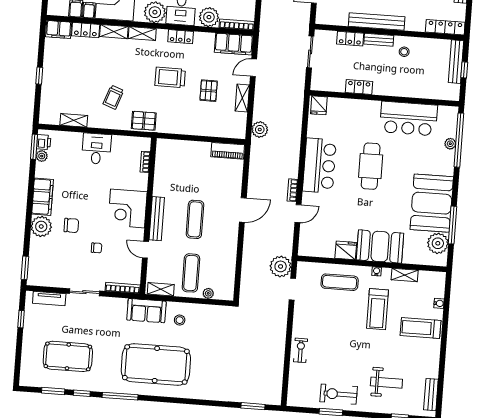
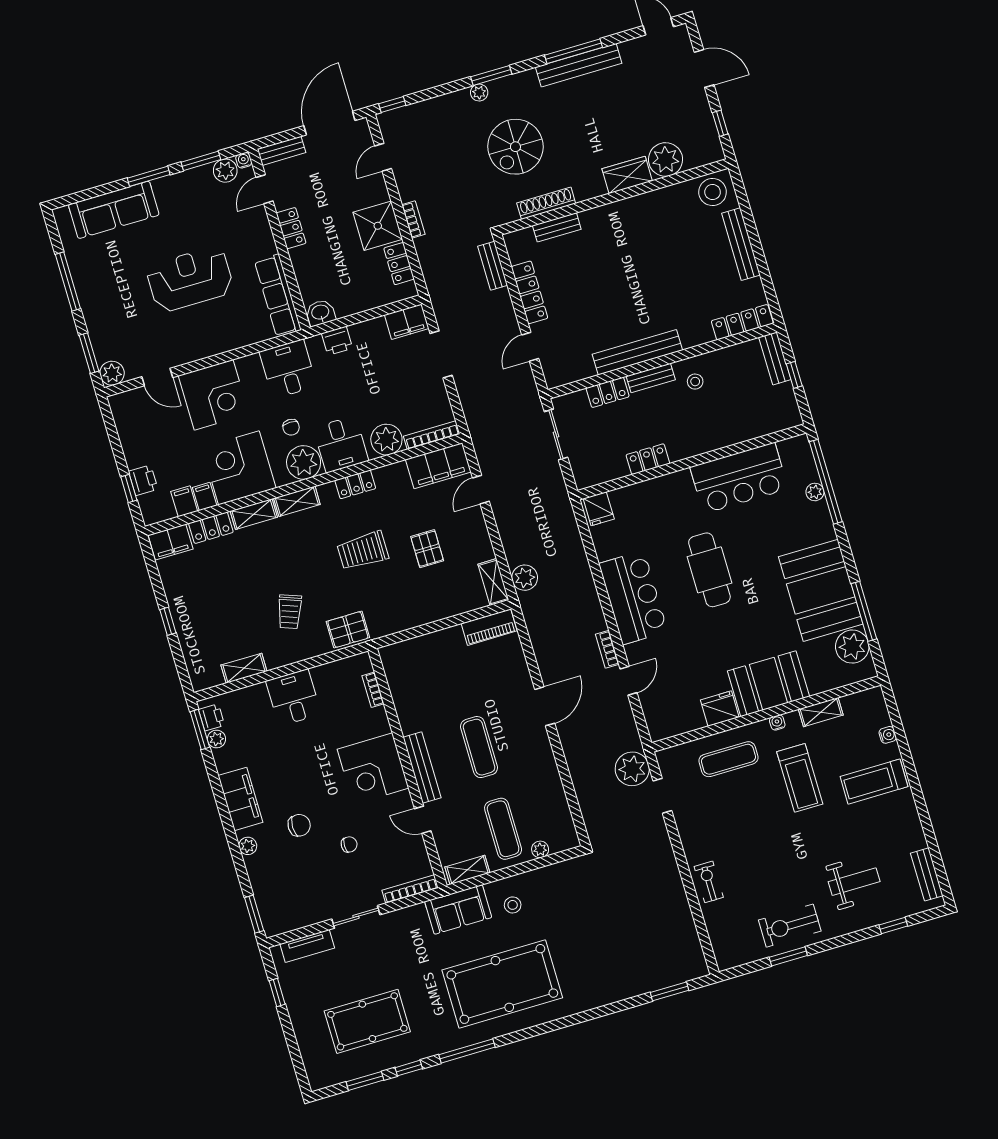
bench: (456, 62) -> (775, 358), width x0.73
shelving: (242, 98) -> (493, 582), moved
plant: (41, 226) -> (248, 846), width x0.53, depth x0.53

